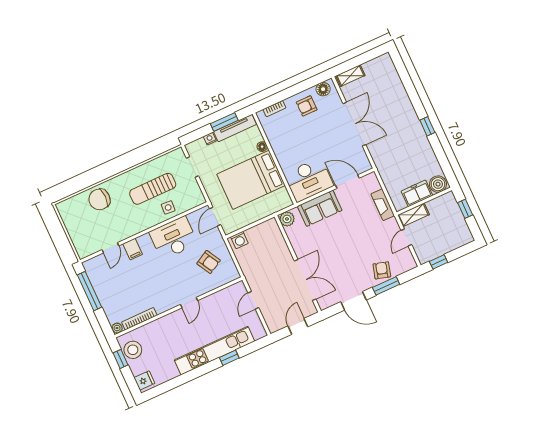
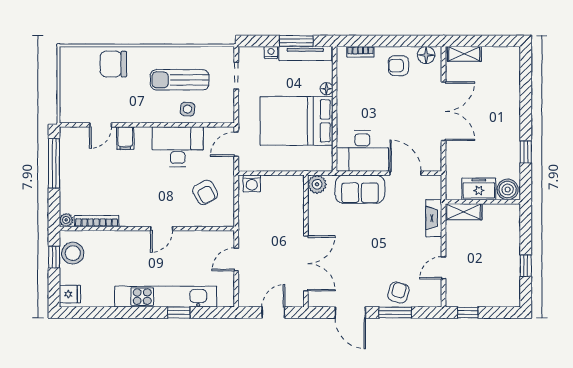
boiler: (438, 184) -> (508, 190), moved
freezer: (417, 193) -> (479, 189), moved
wall: (424, 201) -> (483, 202), moved
shelving: (413, 215) -> (464, 212), moved

